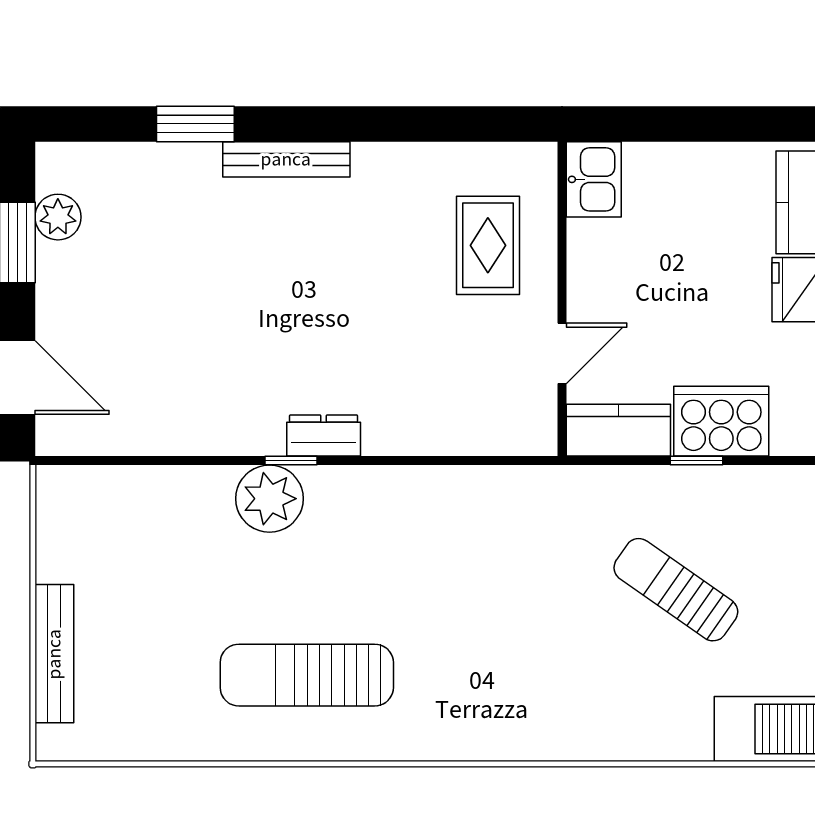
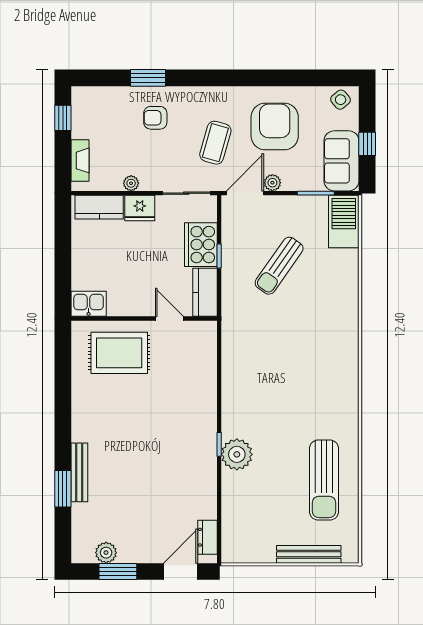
bench: (286, 159) -> (79, 472), moved
rug: (488, 245) -> (119, 353), width x1.36, depth x1.43
dresser: (324, 435) -> (207, 537), moved
sun lounger: (307, 675) -> (324, 480), moved

